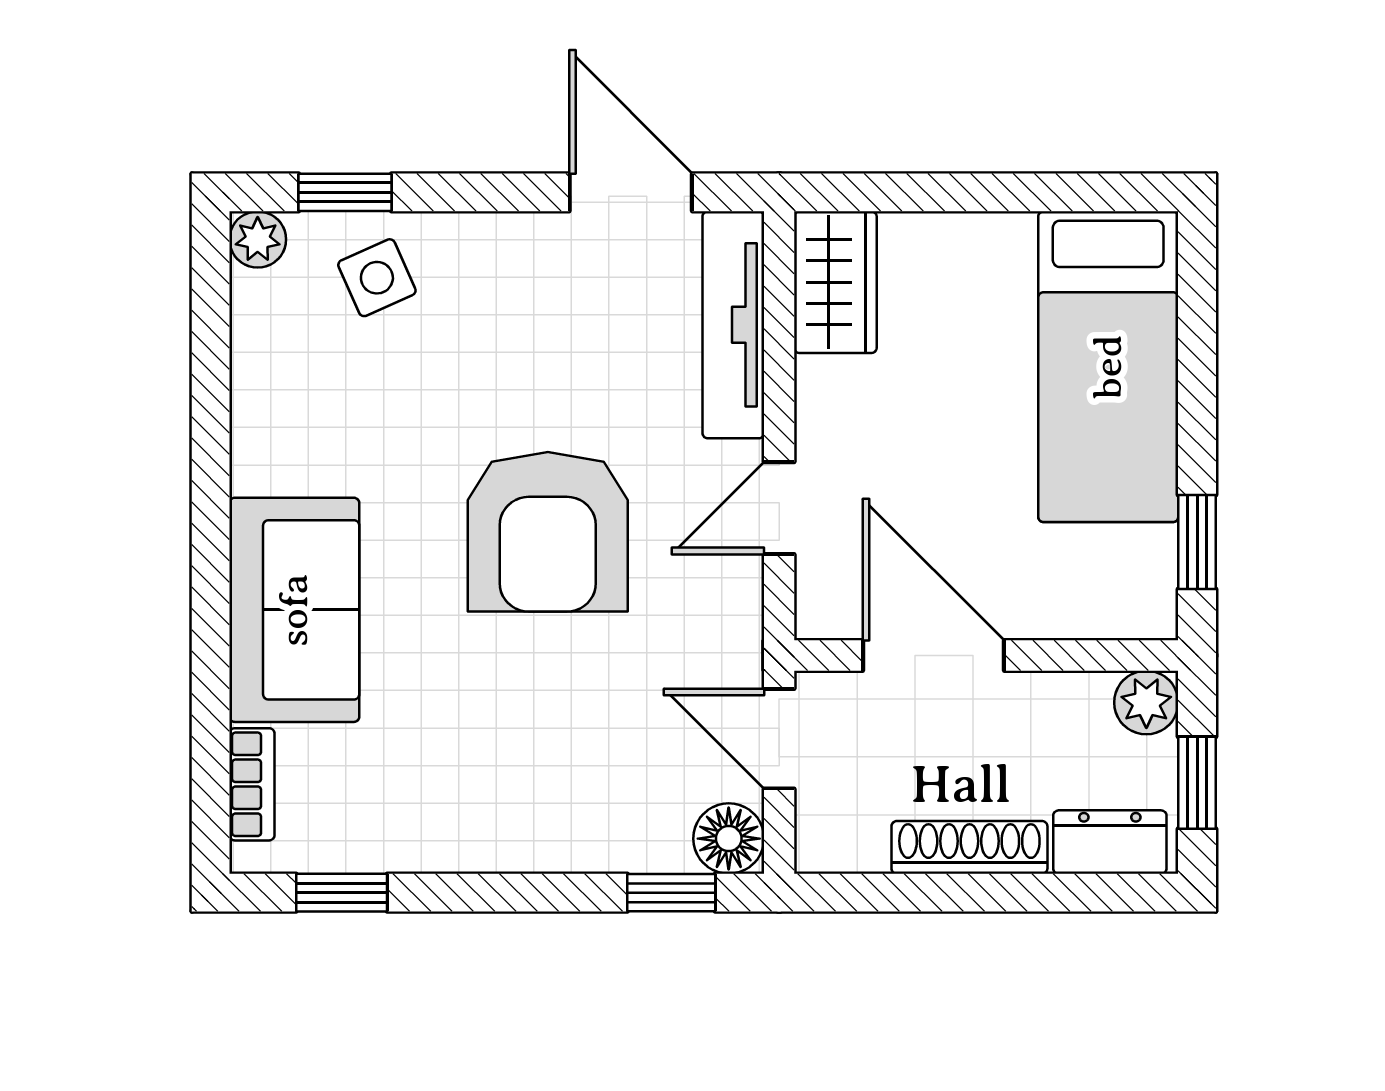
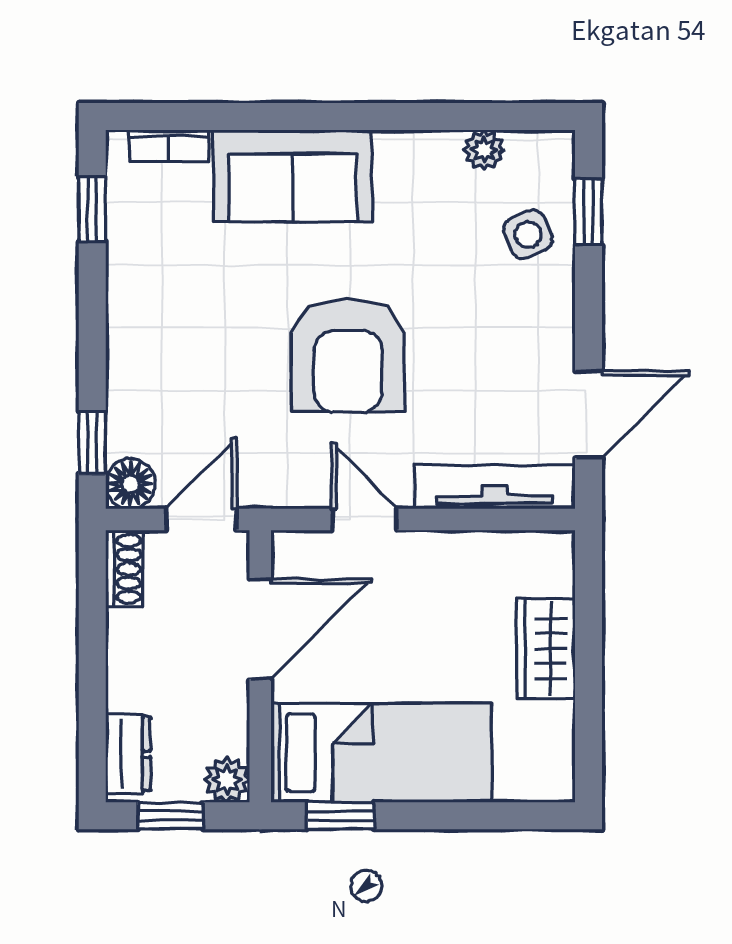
plant: (258, 239) -> (484, 150), moved
wardrobe: (835, 282) -> (546, 649), moved, turned 90
bed: (1108, 367) -> (381, 753), moved, turned 180
armchair: (548, 532) -> (348, 356), turned -90
shoe rack: (969, 847) -> (124, 569), moved, width x0.70

